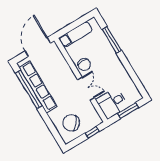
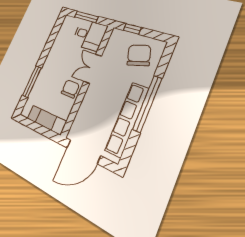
window: (29, 89) -> (147, 104), moved
chair: (71, 123) -> (139, 55), turned -144

